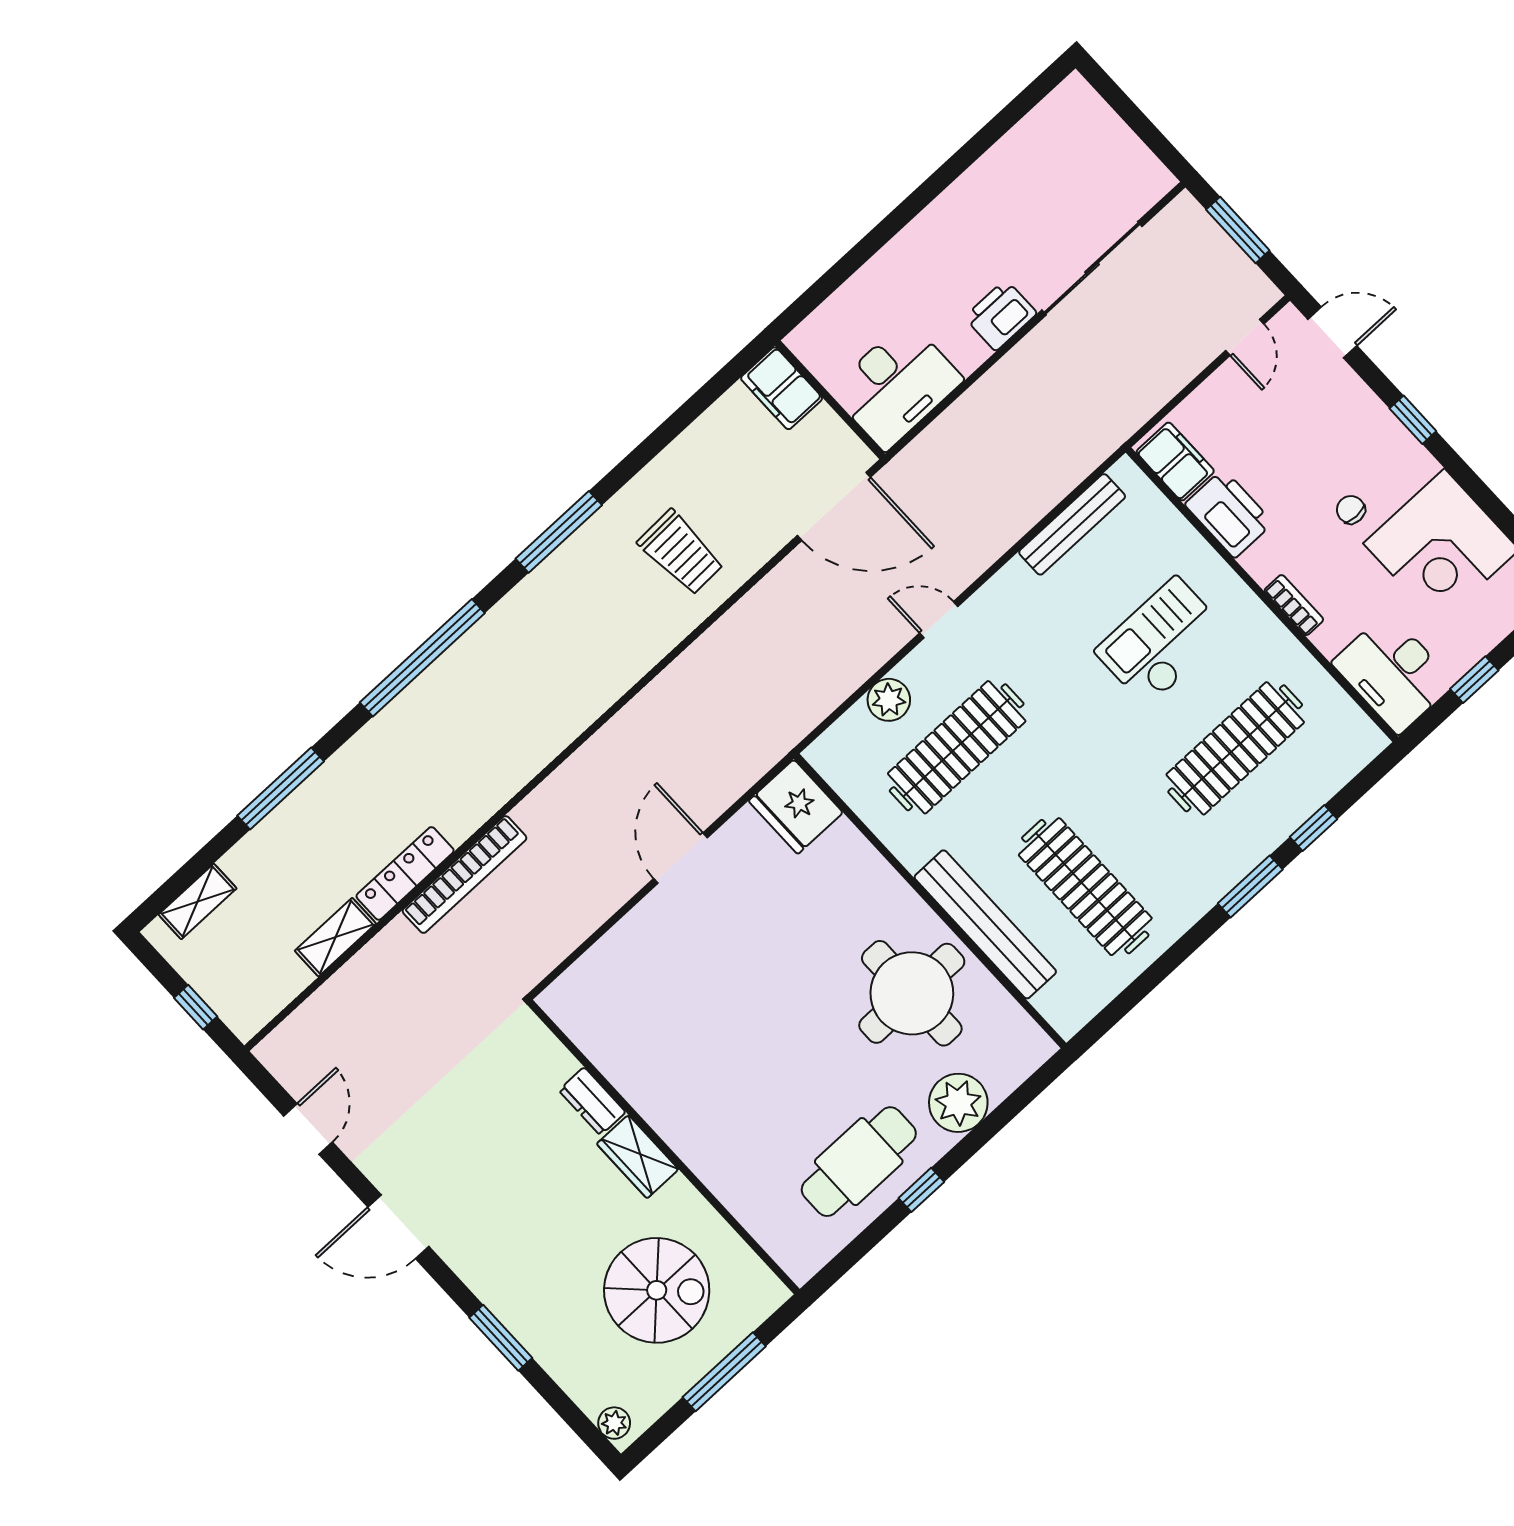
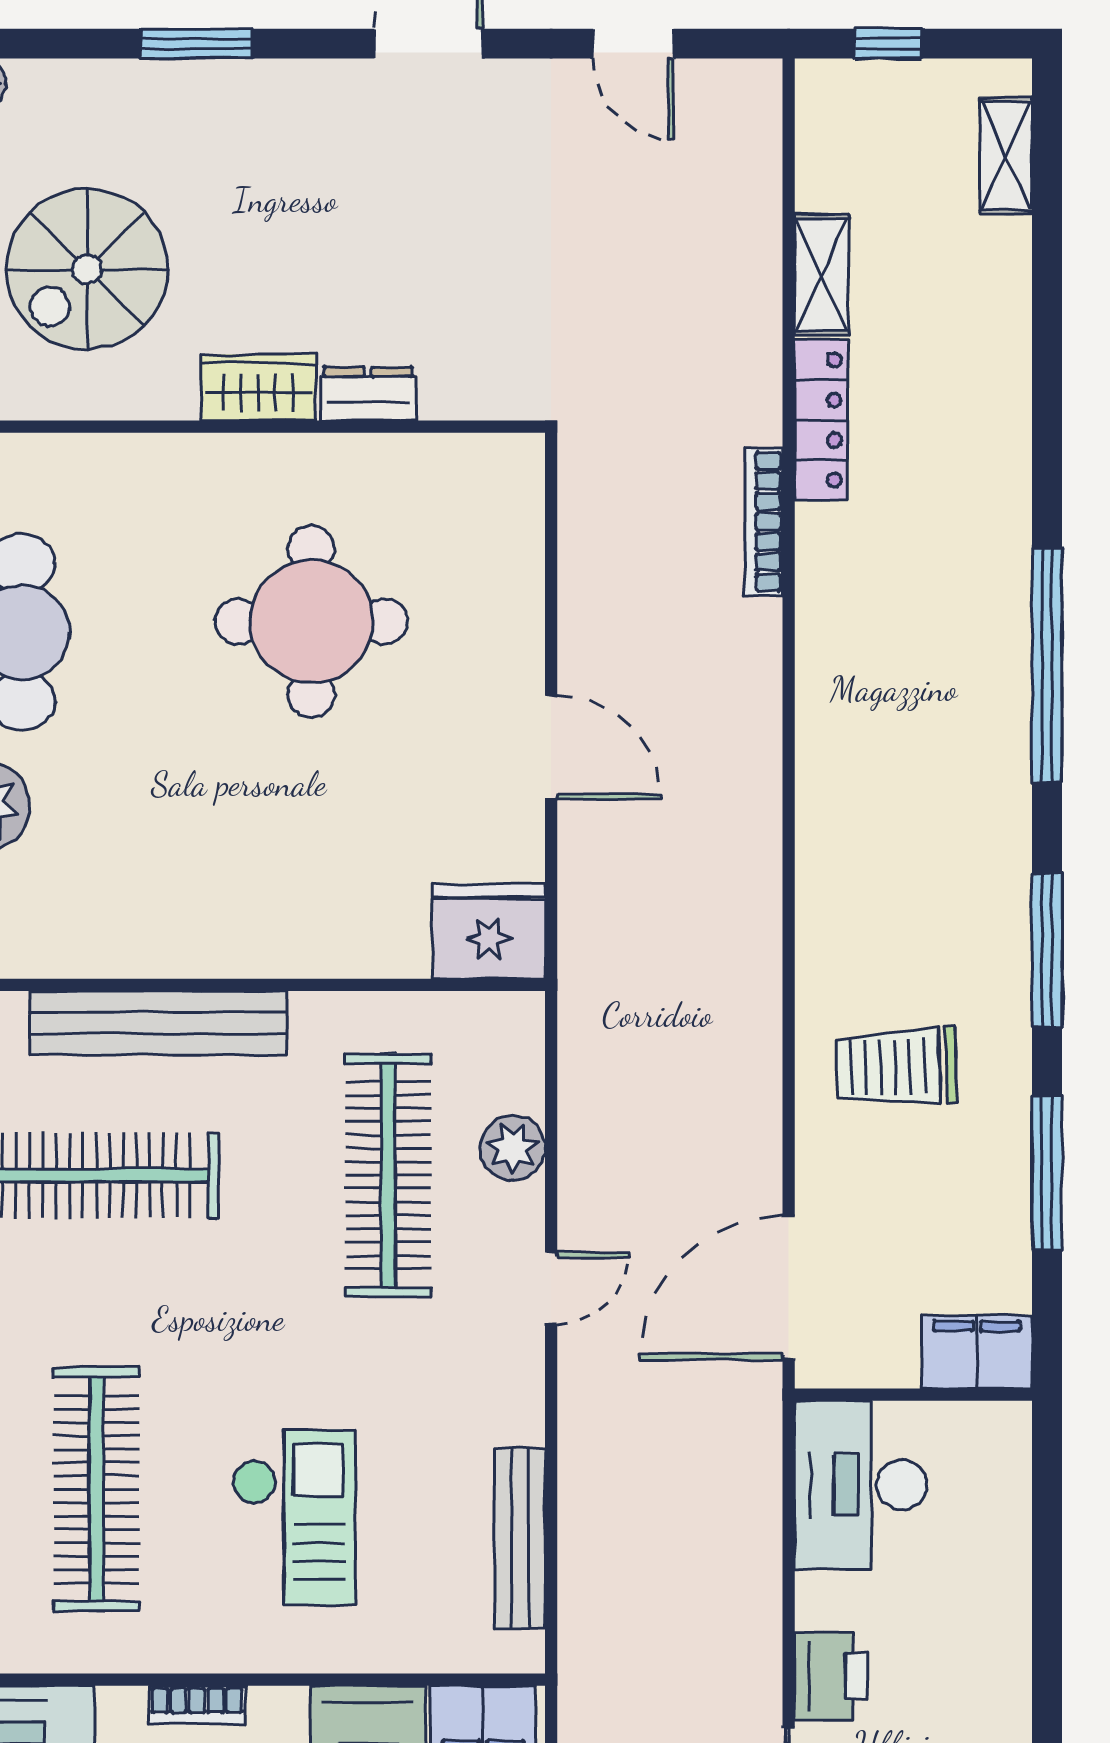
window: (281, 788) -> (1047, 1173), moved
bookcase: (465, 875) -> (764, 522), width x0.68, depth x0.76
round table: (912, 993) -> (311, 621), moved

